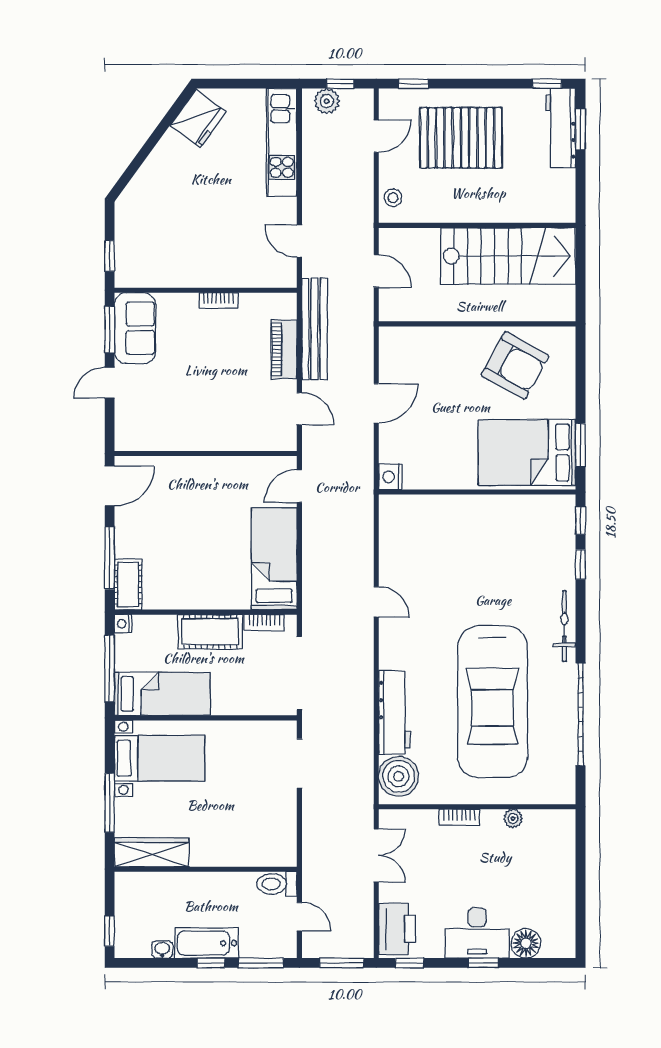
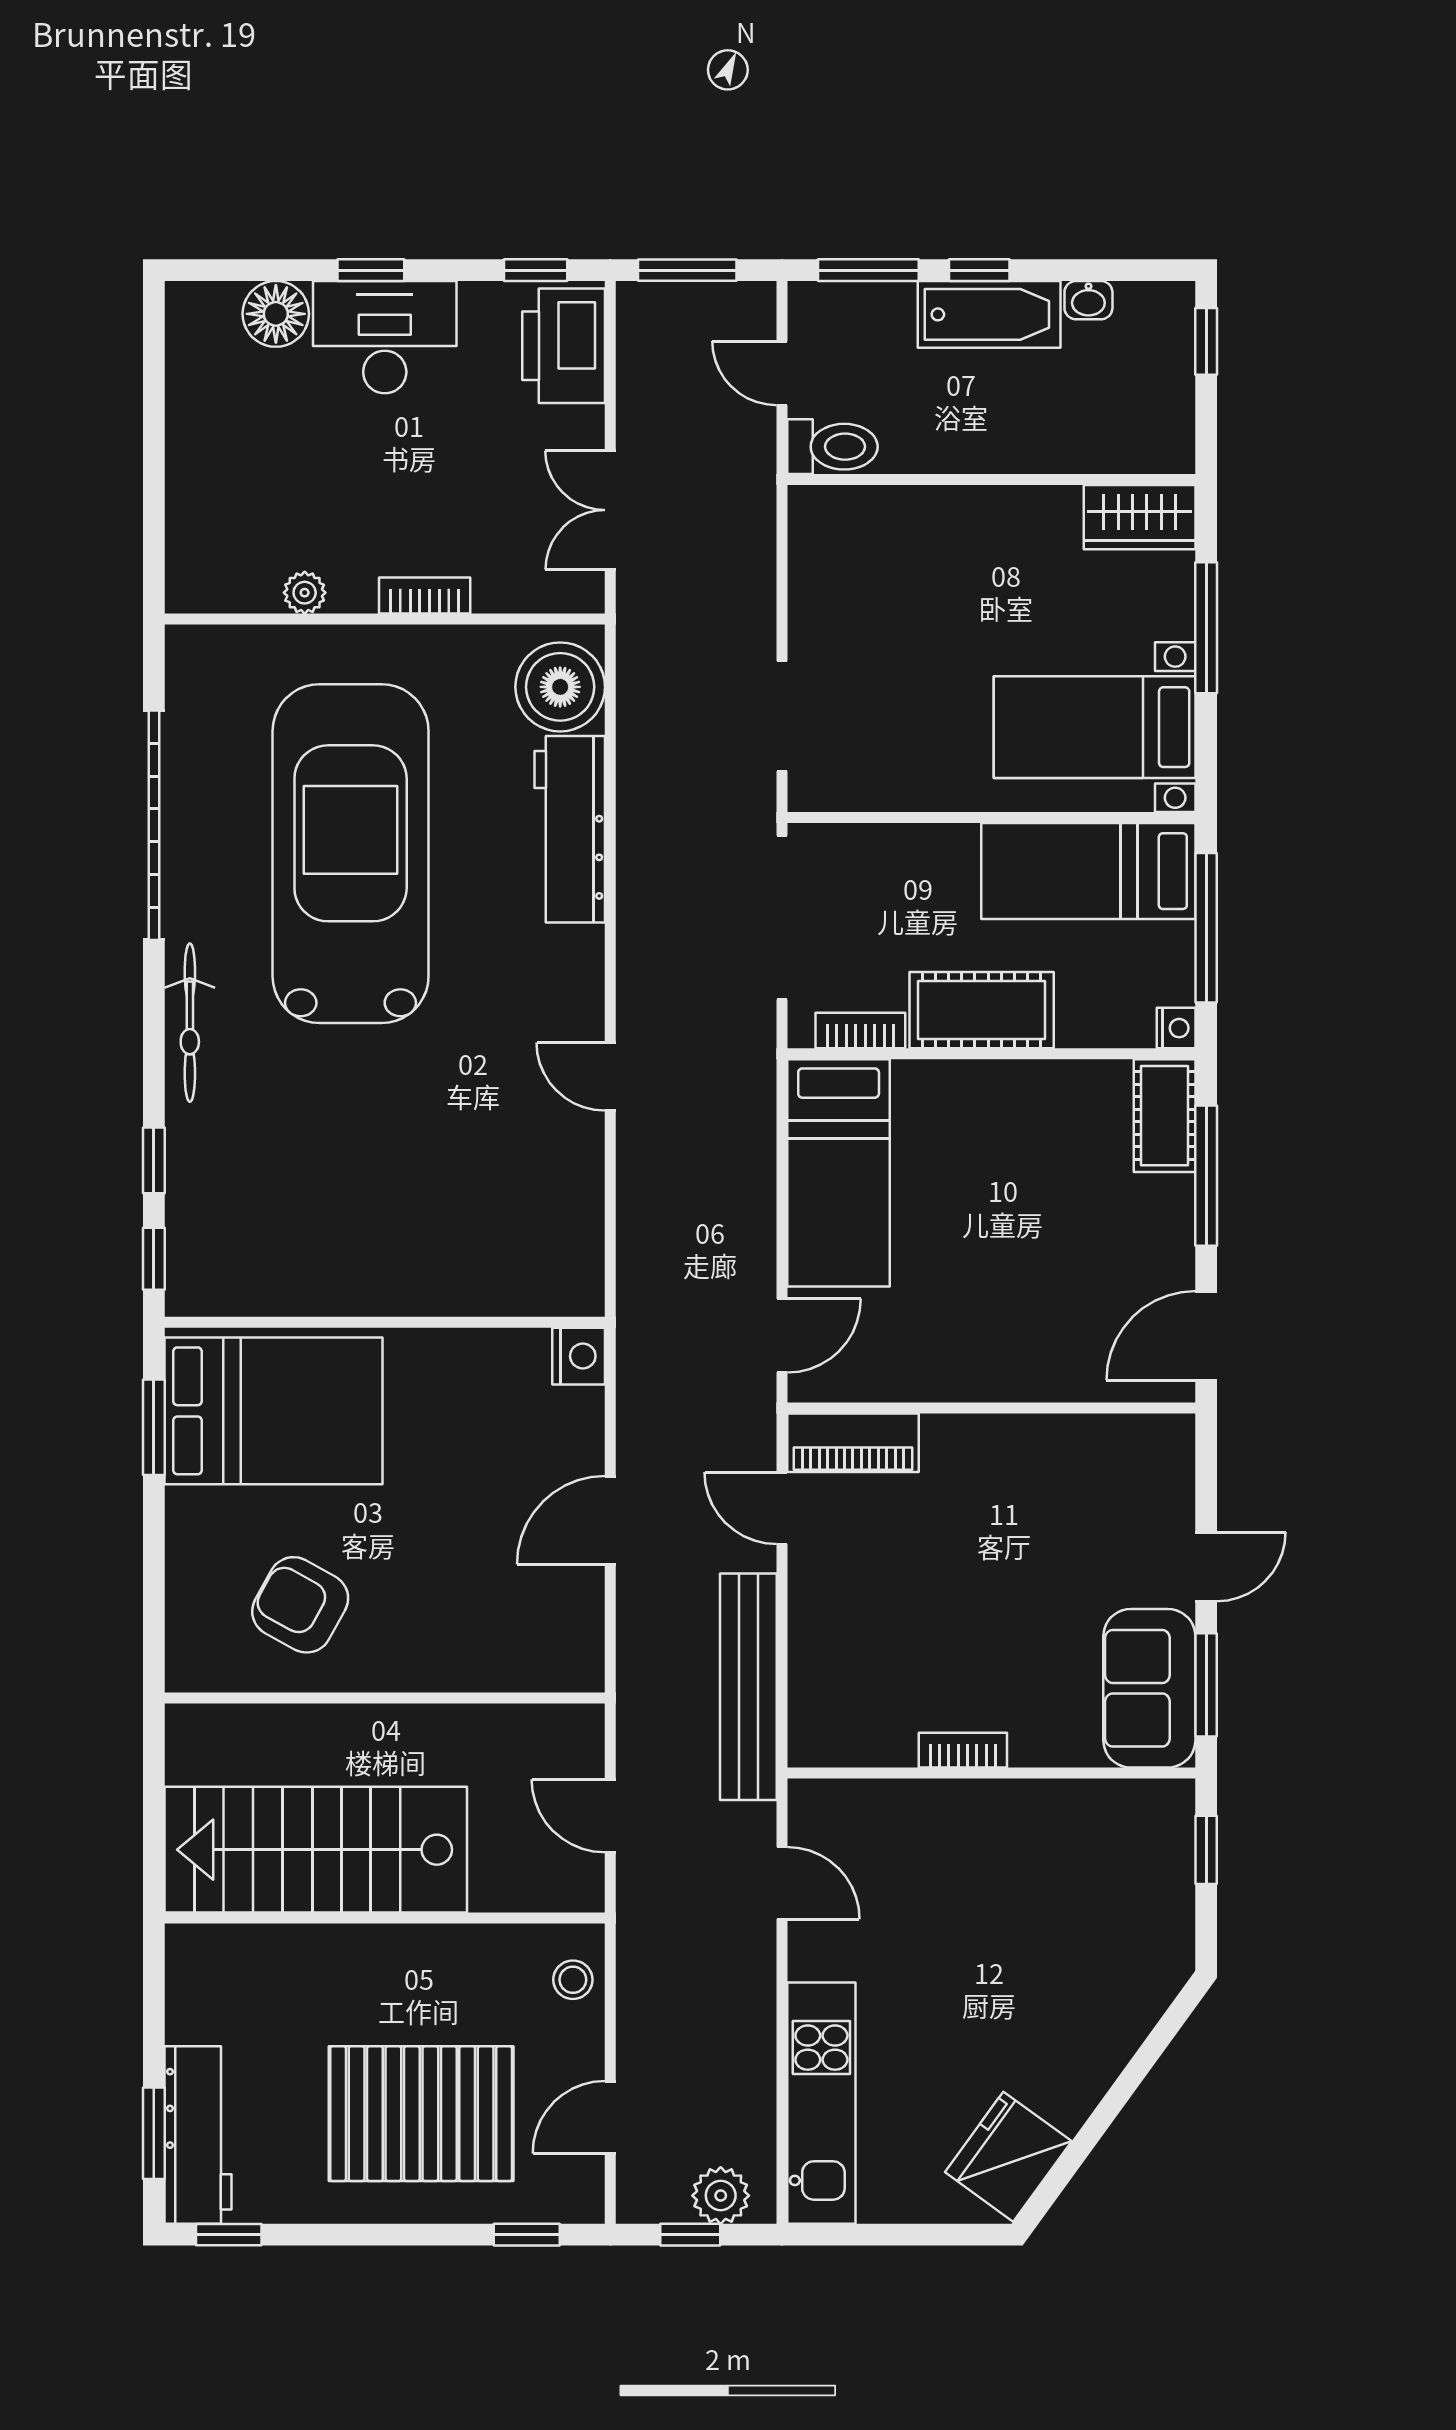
piano: (284, 349) -> (853, 1443), moved, turned 90
armchair: (515, 366) -> (300, 1605), width x0.73, depth x0.73
wardrobe: (152, 852) -> (1140, 517), width x0.67

